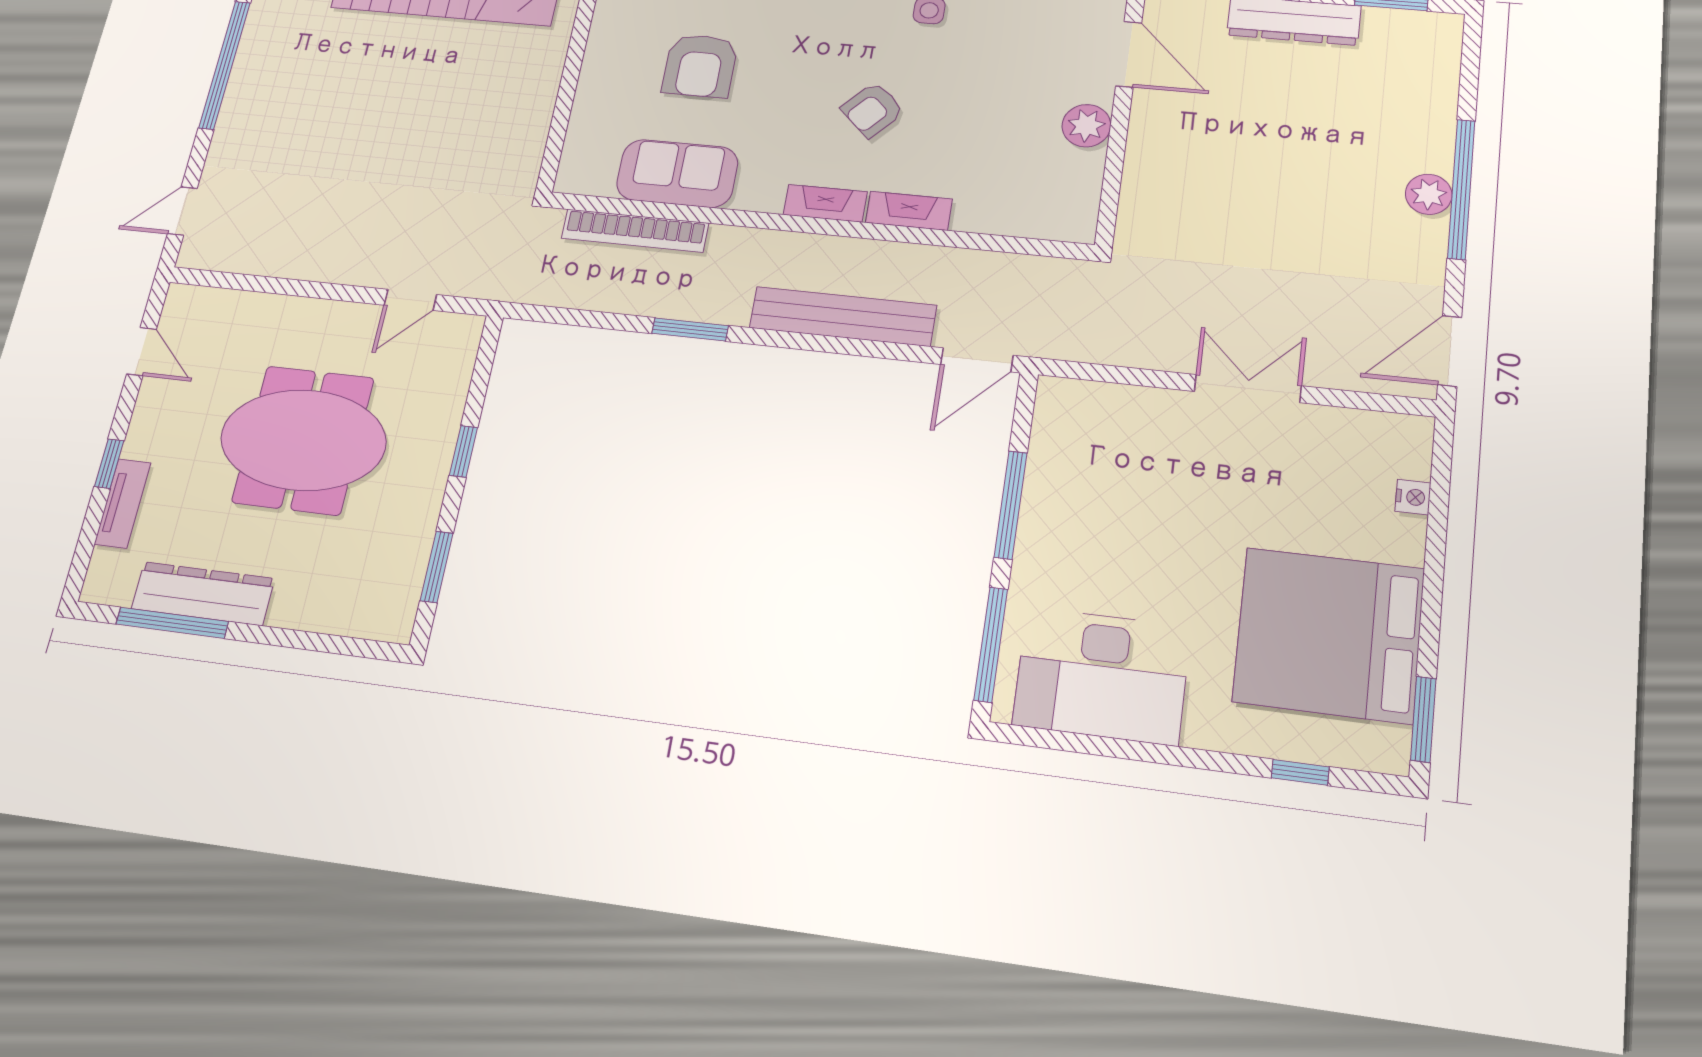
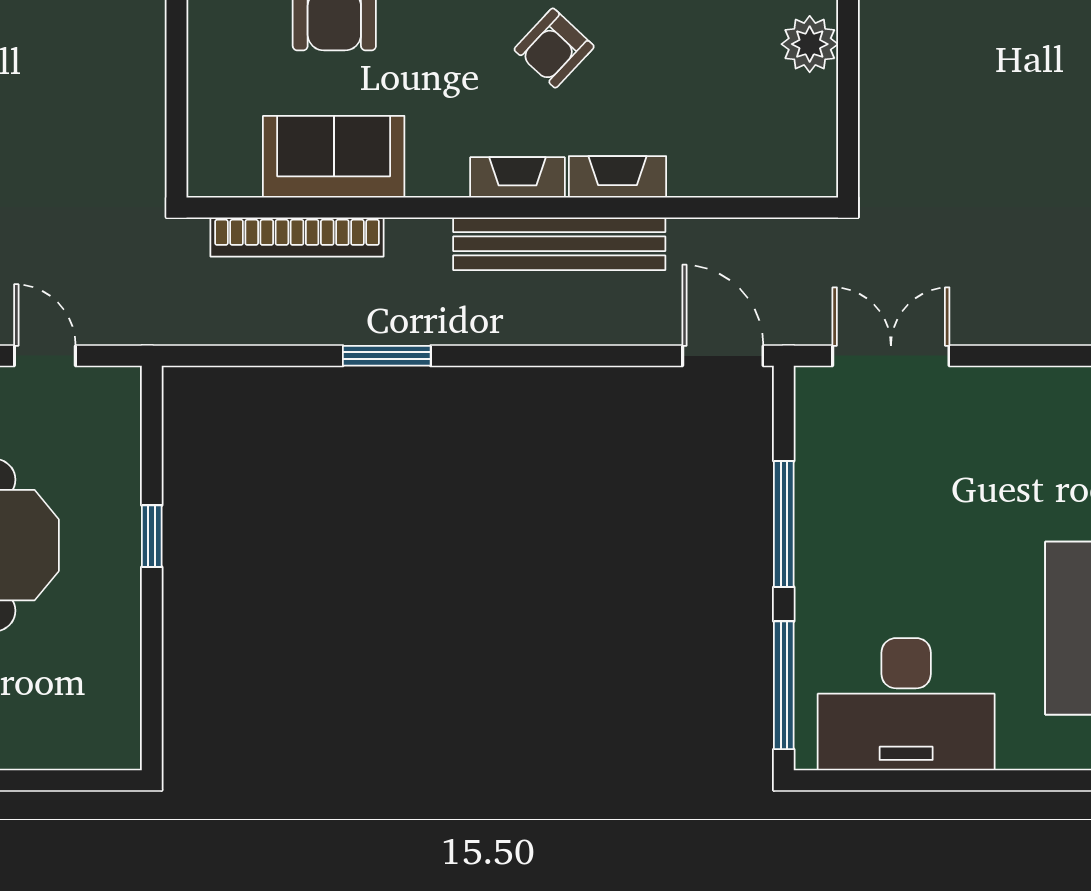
door: (410, 300) -> (45, 356), swing flipped
bench: (843, 316) -> (559, 244), moved
door: (977, 360) -> (723, 356), swing flipped
double door: (1248, 389) -> (891, 356), moved
window: (437, 567) -> (152, 677), removed

